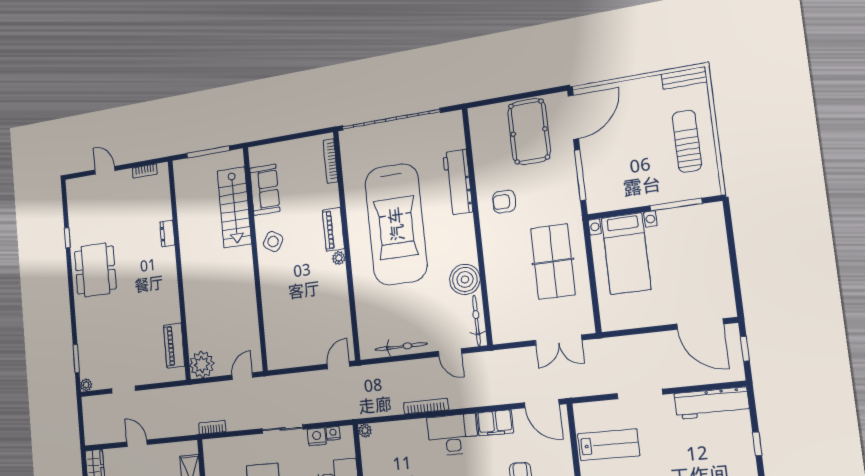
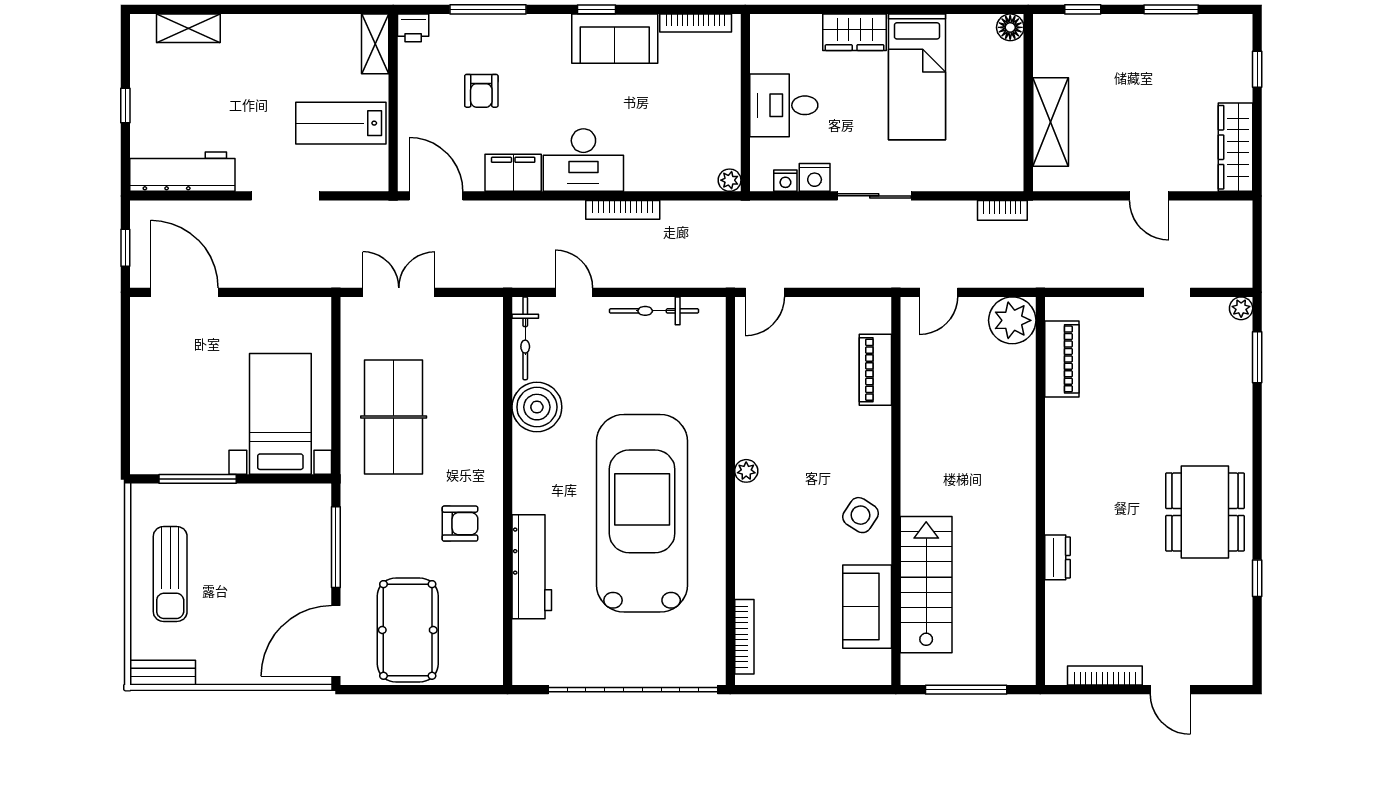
bookcase: (145, 171) -> (1105, 676), width x1.56
piano: (333, 229) -> (875, 370), moved, turned 180

